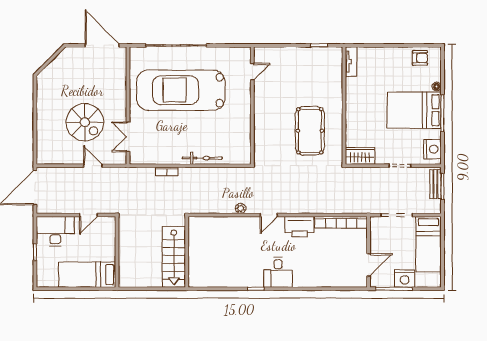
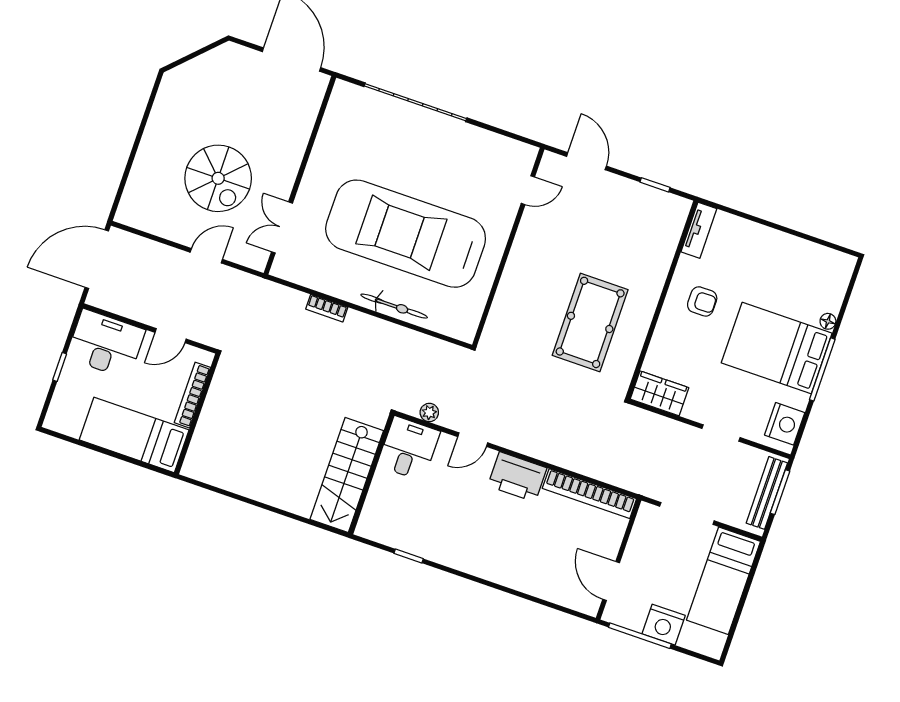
door: (278, 45) -> (586, 161), added
armchair: (420, 58) -> (702, 301), moved
car: (181, 90) -> (406, 234), moved
door: (93, 166) -> (206, 256), hinge flipped
bench: (435, 184) -> (767, 493), width x1.36
bookcase: (111, 243) -> (192, 395), added
wall: (187, 252) -> (371, 474), moved
stairs: (174, 257) -> (347, 475), moved
door: (369, 265) -> (611, 581), swing flipped
desk: (278, 272) -> (409, 448), moved, turned 180

